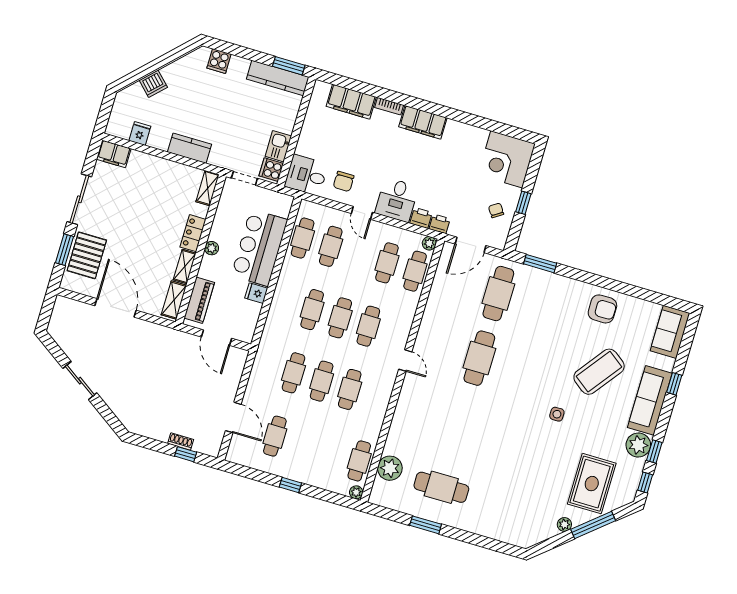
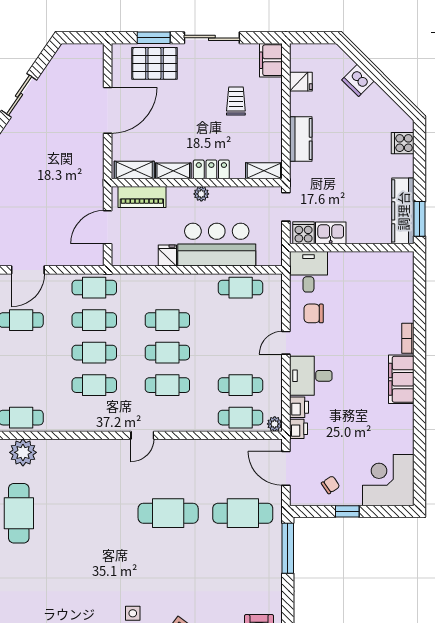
filing cabinet: (351, 102) -> (401, 297), removed
trolley: (140, 195) -> (236, 101), added
cafe table: (331, 246) -> (94, 288), moved
window: (540, 264) -> (288, 548), width x1.44

